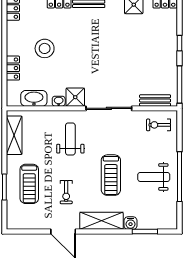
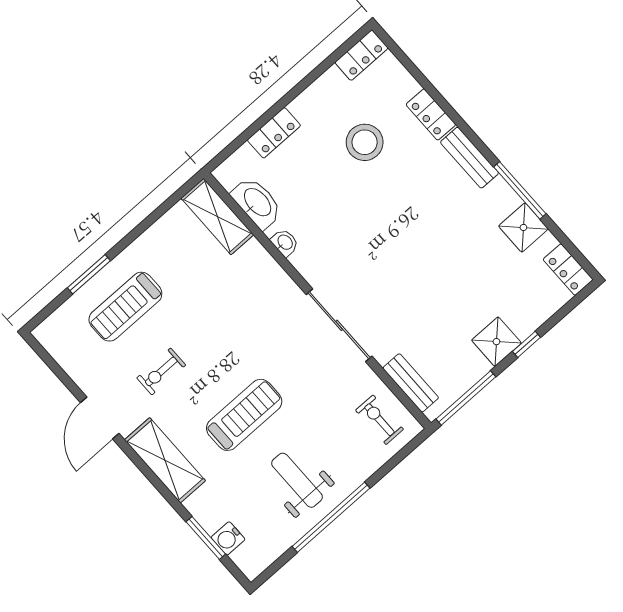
stool: (45, 48) -> (365, 142), moved
shower: (75, 97) -> (496, 342), moved
shelving: (14, 135) -> (217, 217), moved, turned 90
weight bench: (70, 139) -> (244, 309), removed
treadmill: (111, 175) -> (244, 415), turned 180
water cooler: (130, 223) -> (228, 538), moved

